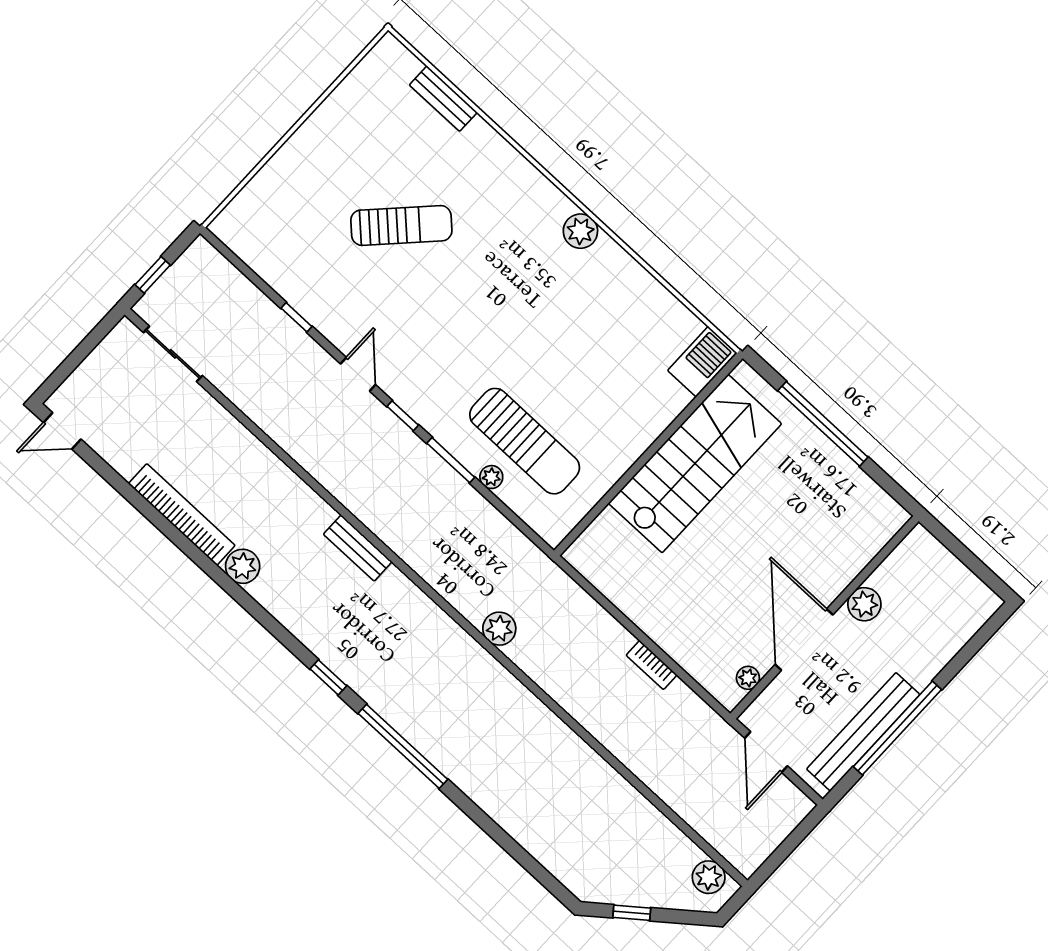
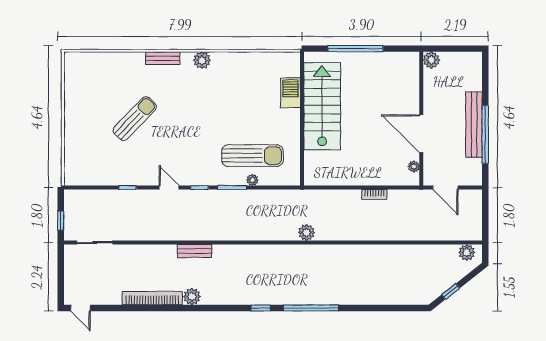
bench: (443, 99) -> (163, 58), moved
barbecue: (702, 362) -> (290, 93), moved
door: (62, 431) -> (80, 308), hinge flipped
bench: (358, 548) -> (194, 251), moved
plant: (864, 604) -> (431, 60), moved
bench: (863, 732) -> (474, 125), moved

